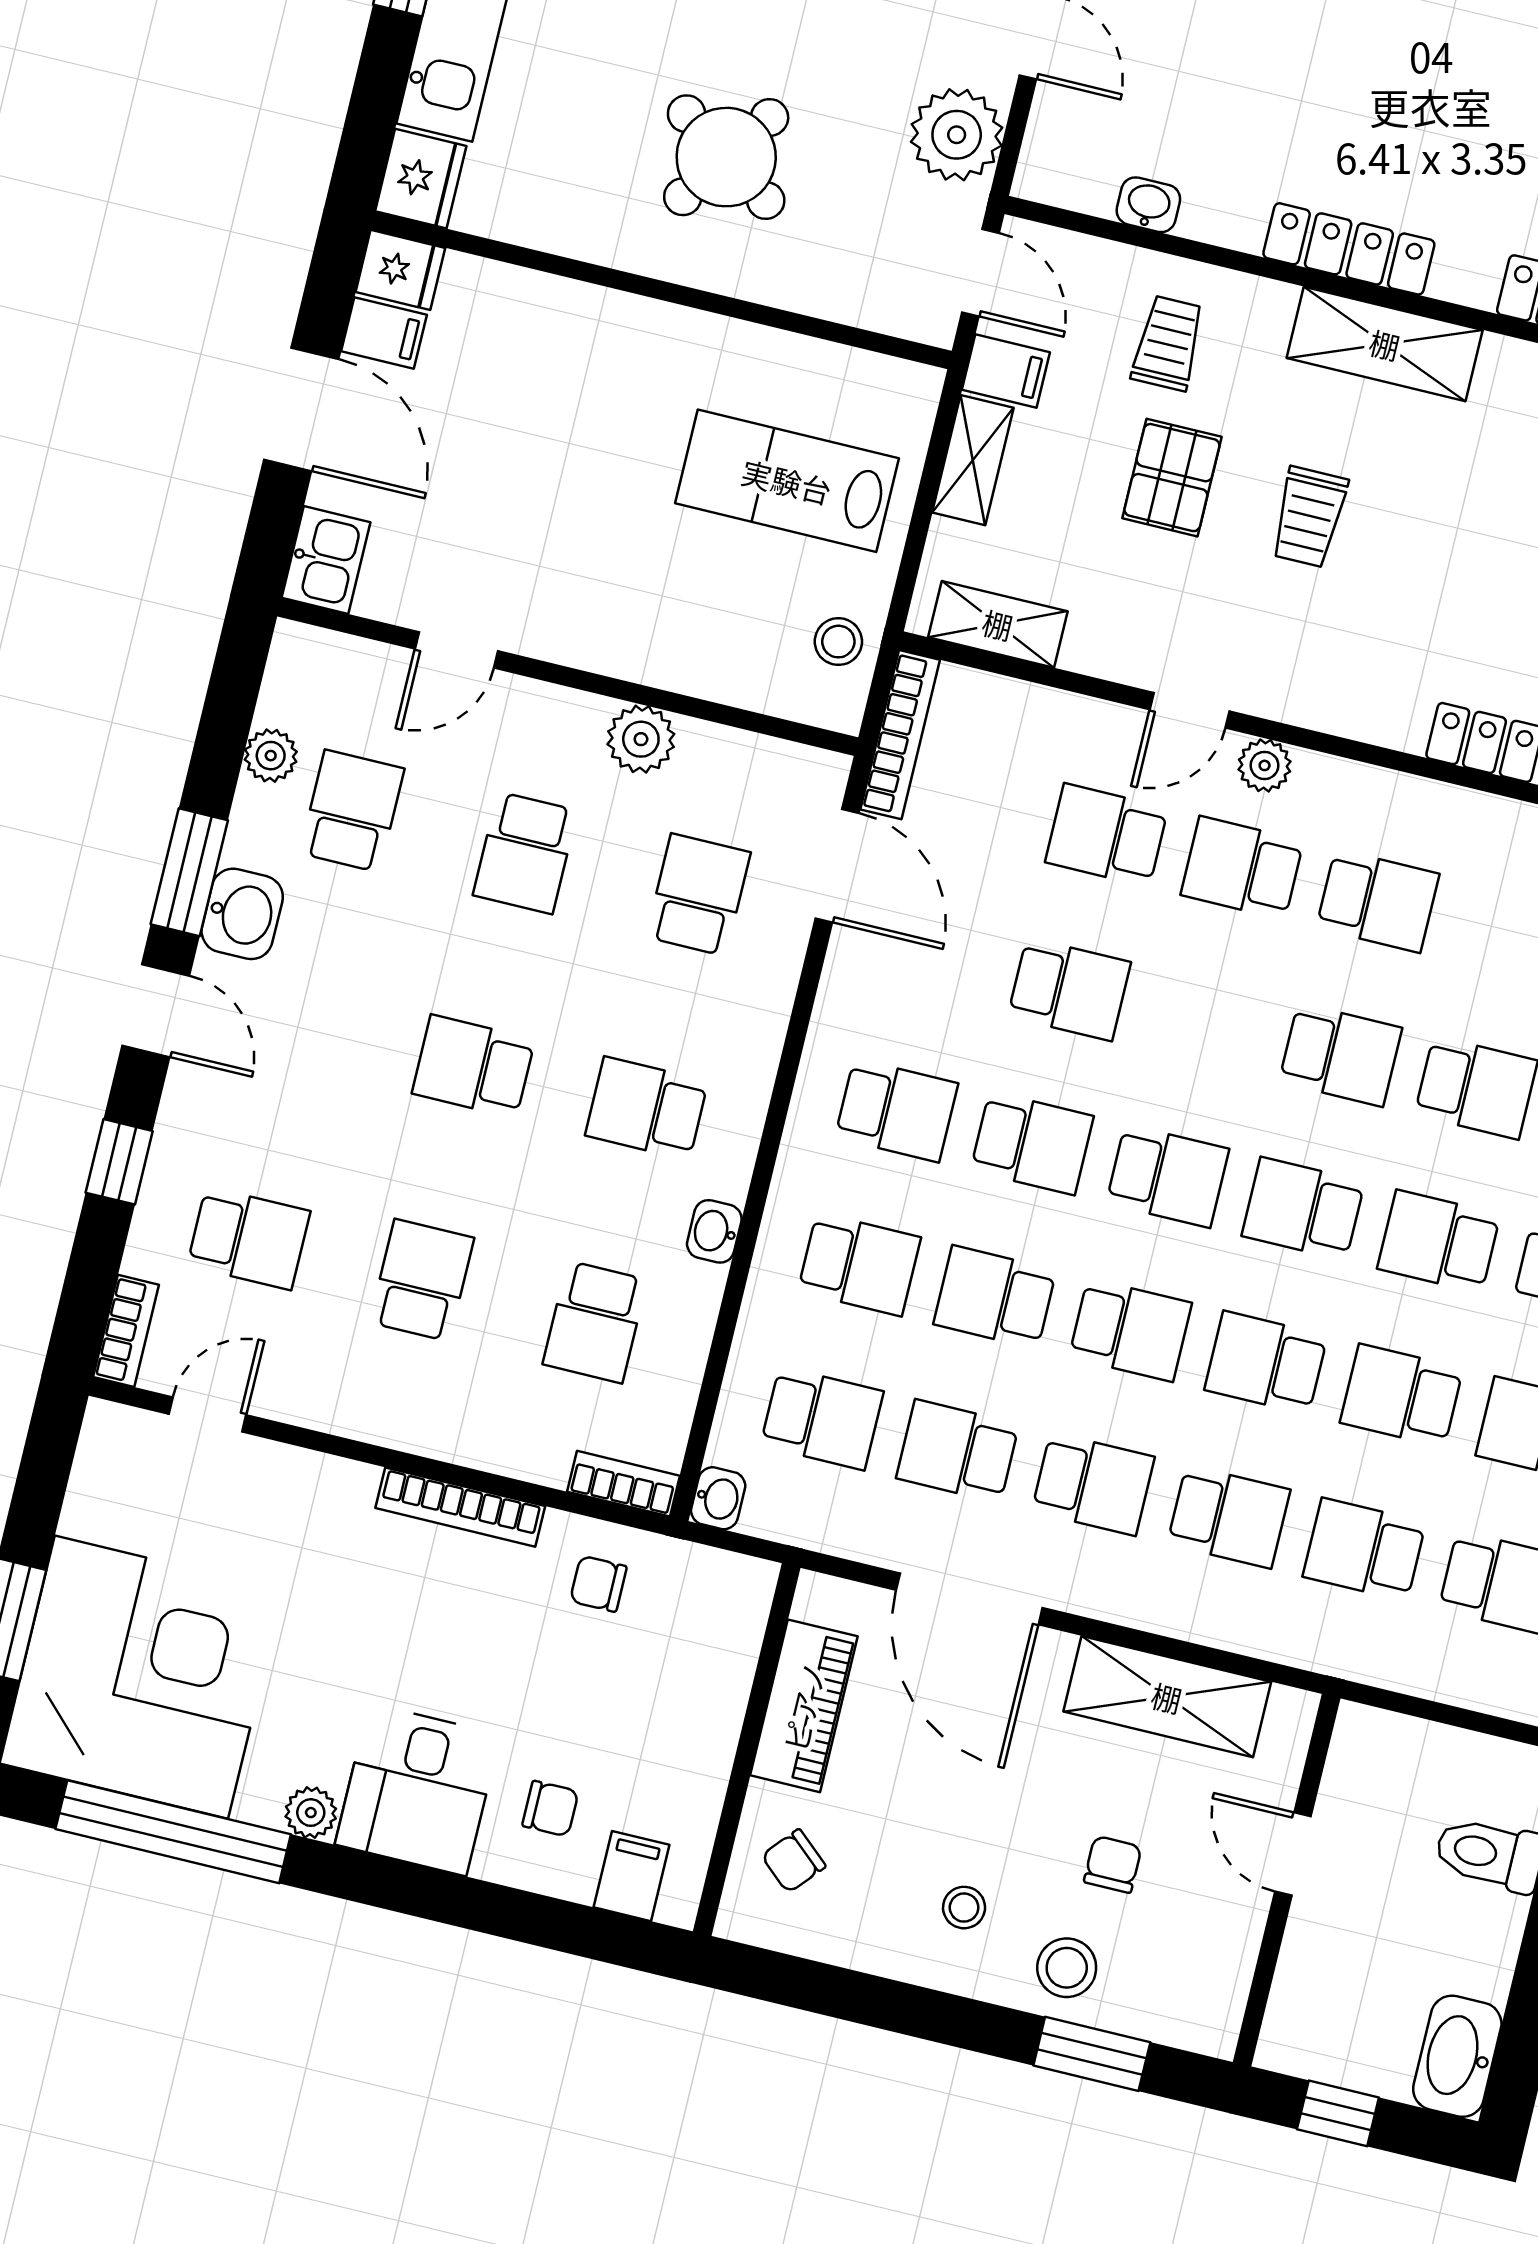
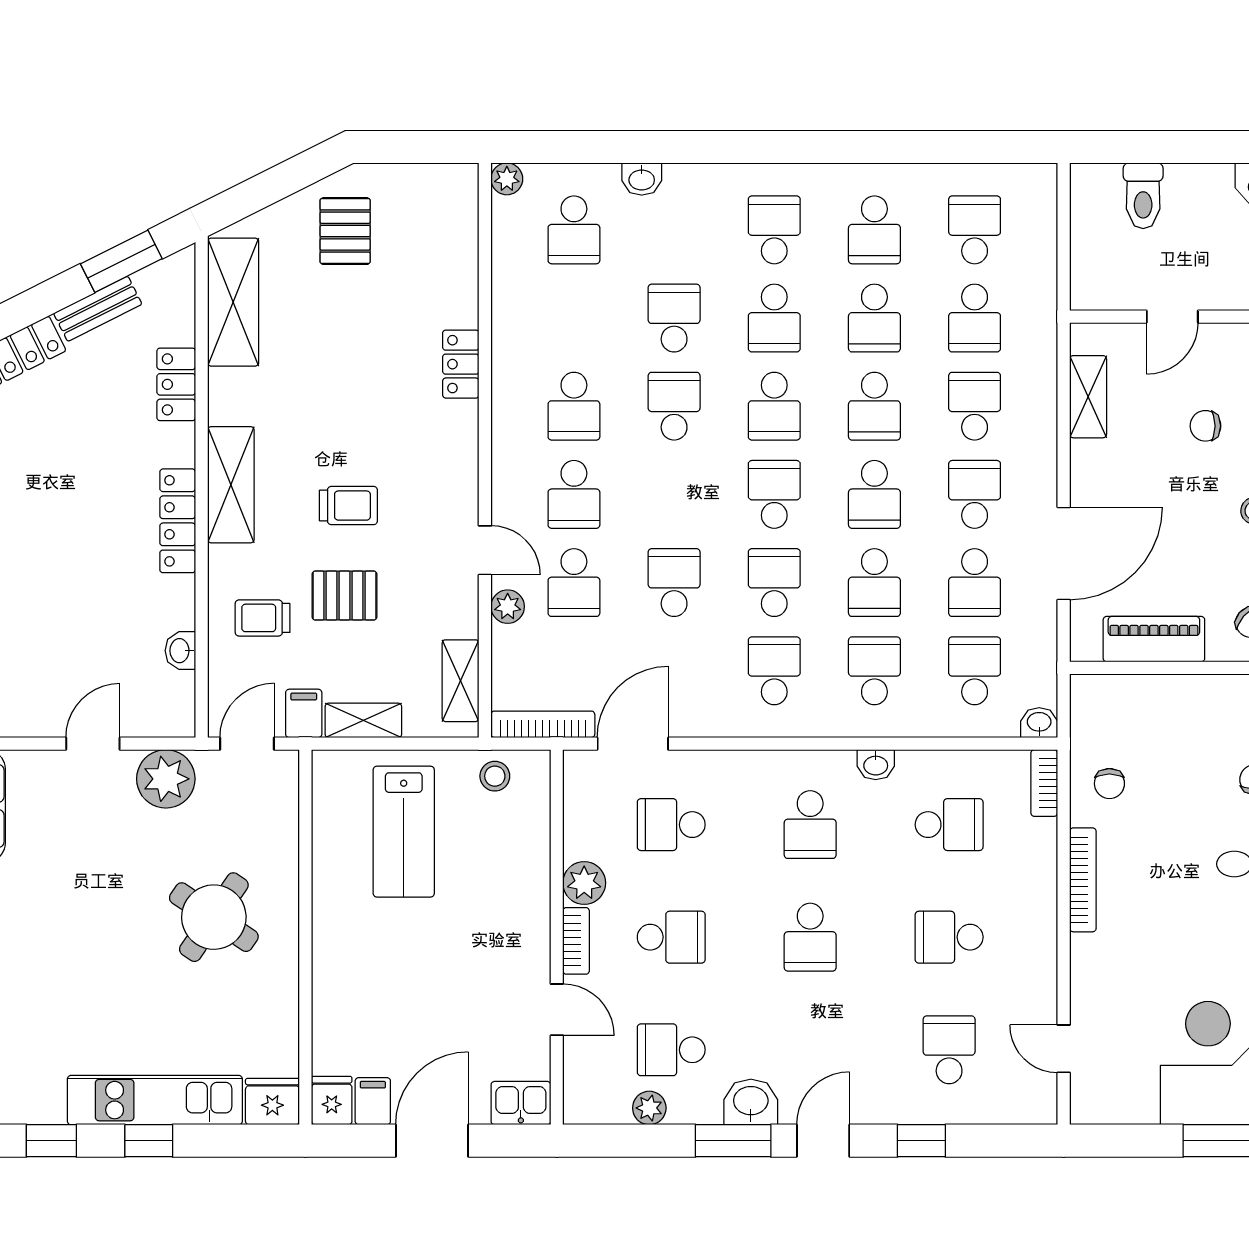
plant: (1265, 765) -> (508, 607), moved
school desk: (1378, 901) -> (574, 406), turned 180
school desk: (1130, 1330) -> (874, 494), turned 180
bookcase: (126, 1331) -> (576, 941), moved, turned 90
shelving: (1167, 1697) -> (1088, 397), width x0.67, depth x0.75

